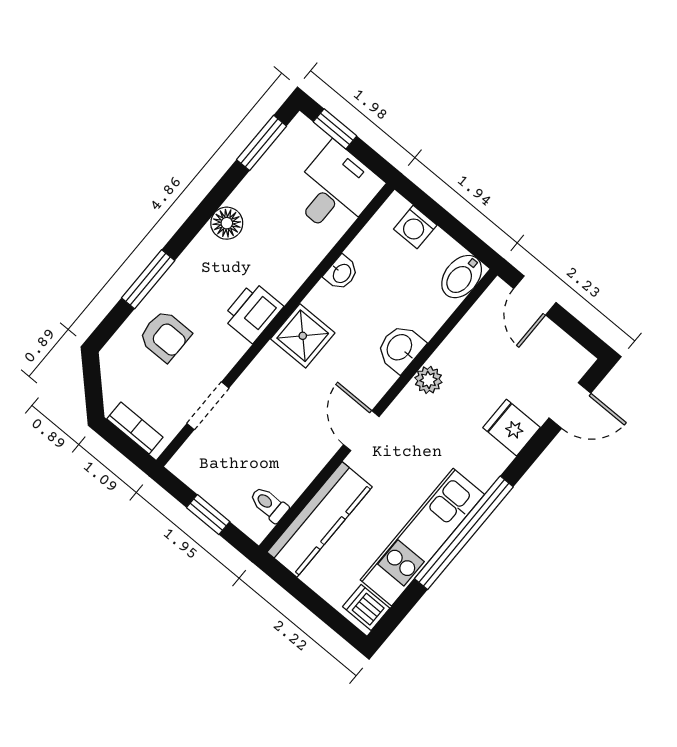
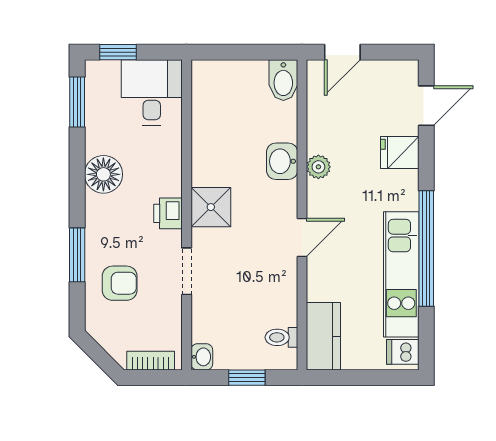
floor lamp: (227, 223) -> (103, 174), width x1.38, depth x1.38
washing machine: (415, 227) -> (225, 73), removed
washbasin: (341, 273) -> (202, 357), moved
door: (535, 295) -> (342, 52), hinge flipped
printer: (253, 312) -> (168, 213), width x0.73, depth x0.81
doorway: (208, 406) -> (187, 271), moved
door: (361, 431) -> (302, 238), swing flipped
kitchen counter: (320, 520) -> (323, 336), width x0.67

